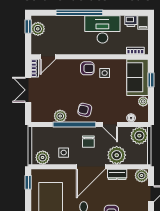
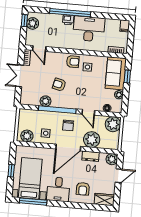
printer: (131, 21) -> (68, 20), moved
door: (48, 57) -> (39, 48), hinge flipped
armchair: (85, 110) -> (59, 85), moved
window: (28, 182) -> (11, 171), moved

